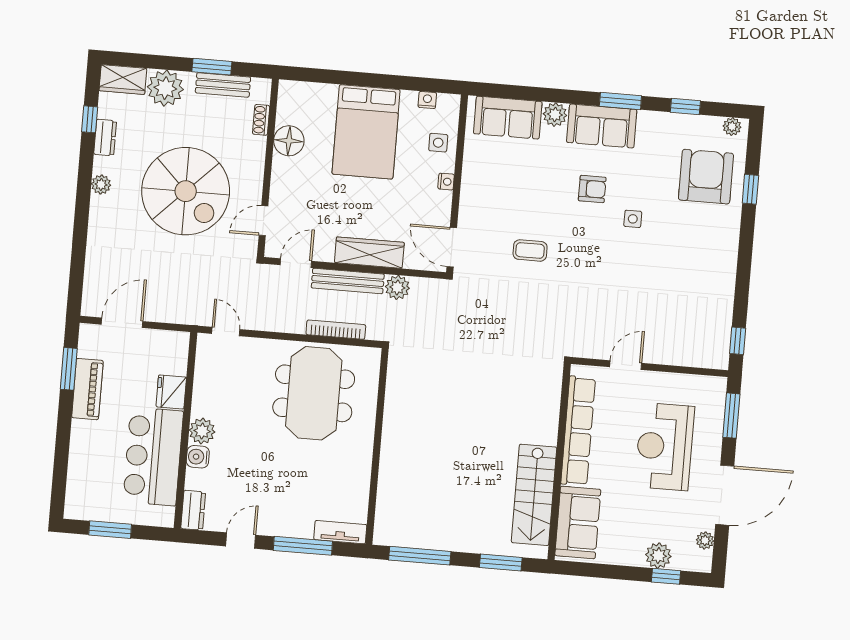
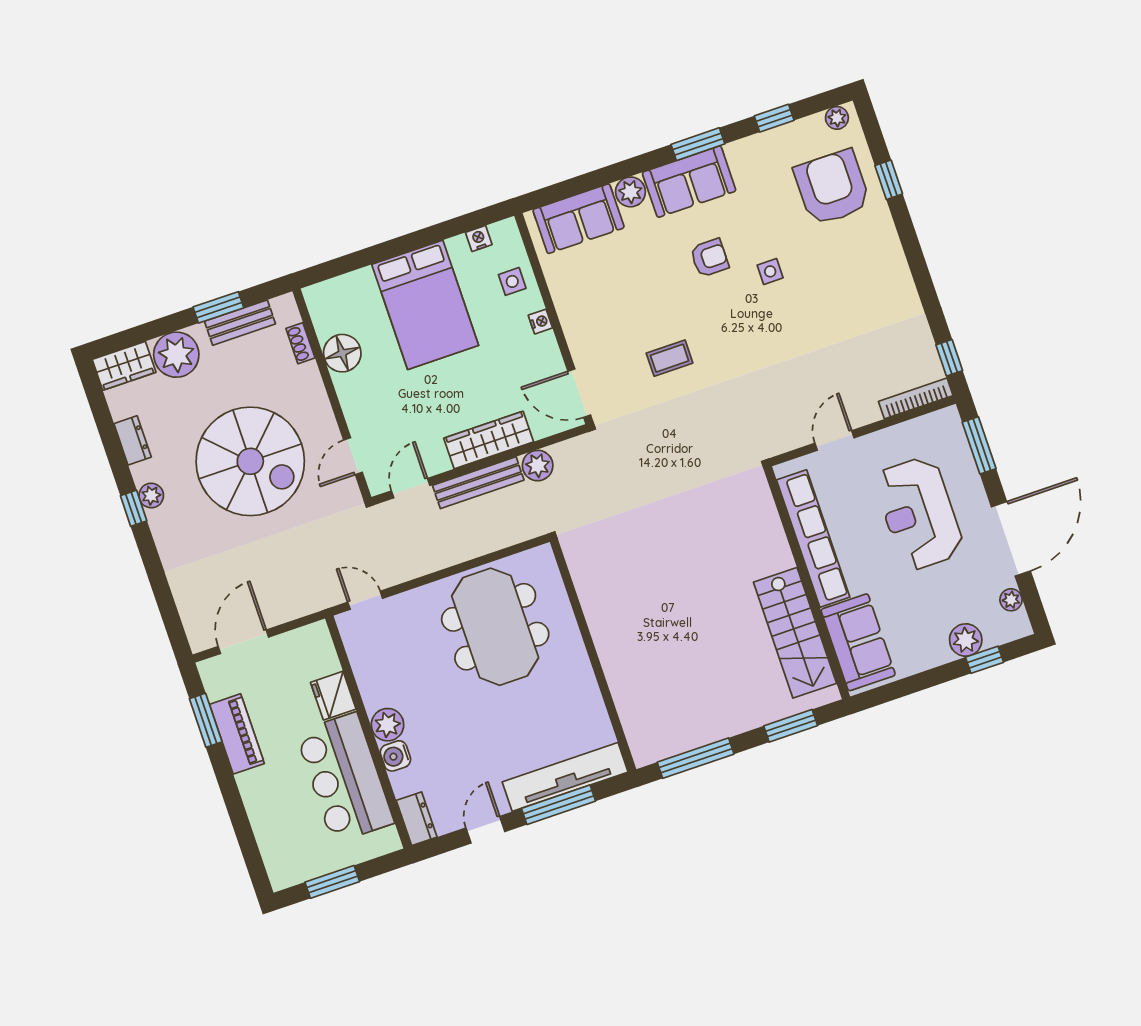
window: (90, 119) -> (134, 508), moved
bookcase: (336, 330) -> (916, 398), moved
tv unit: (340, 532) -> (565, 777), width x1.92, depth x1.29

